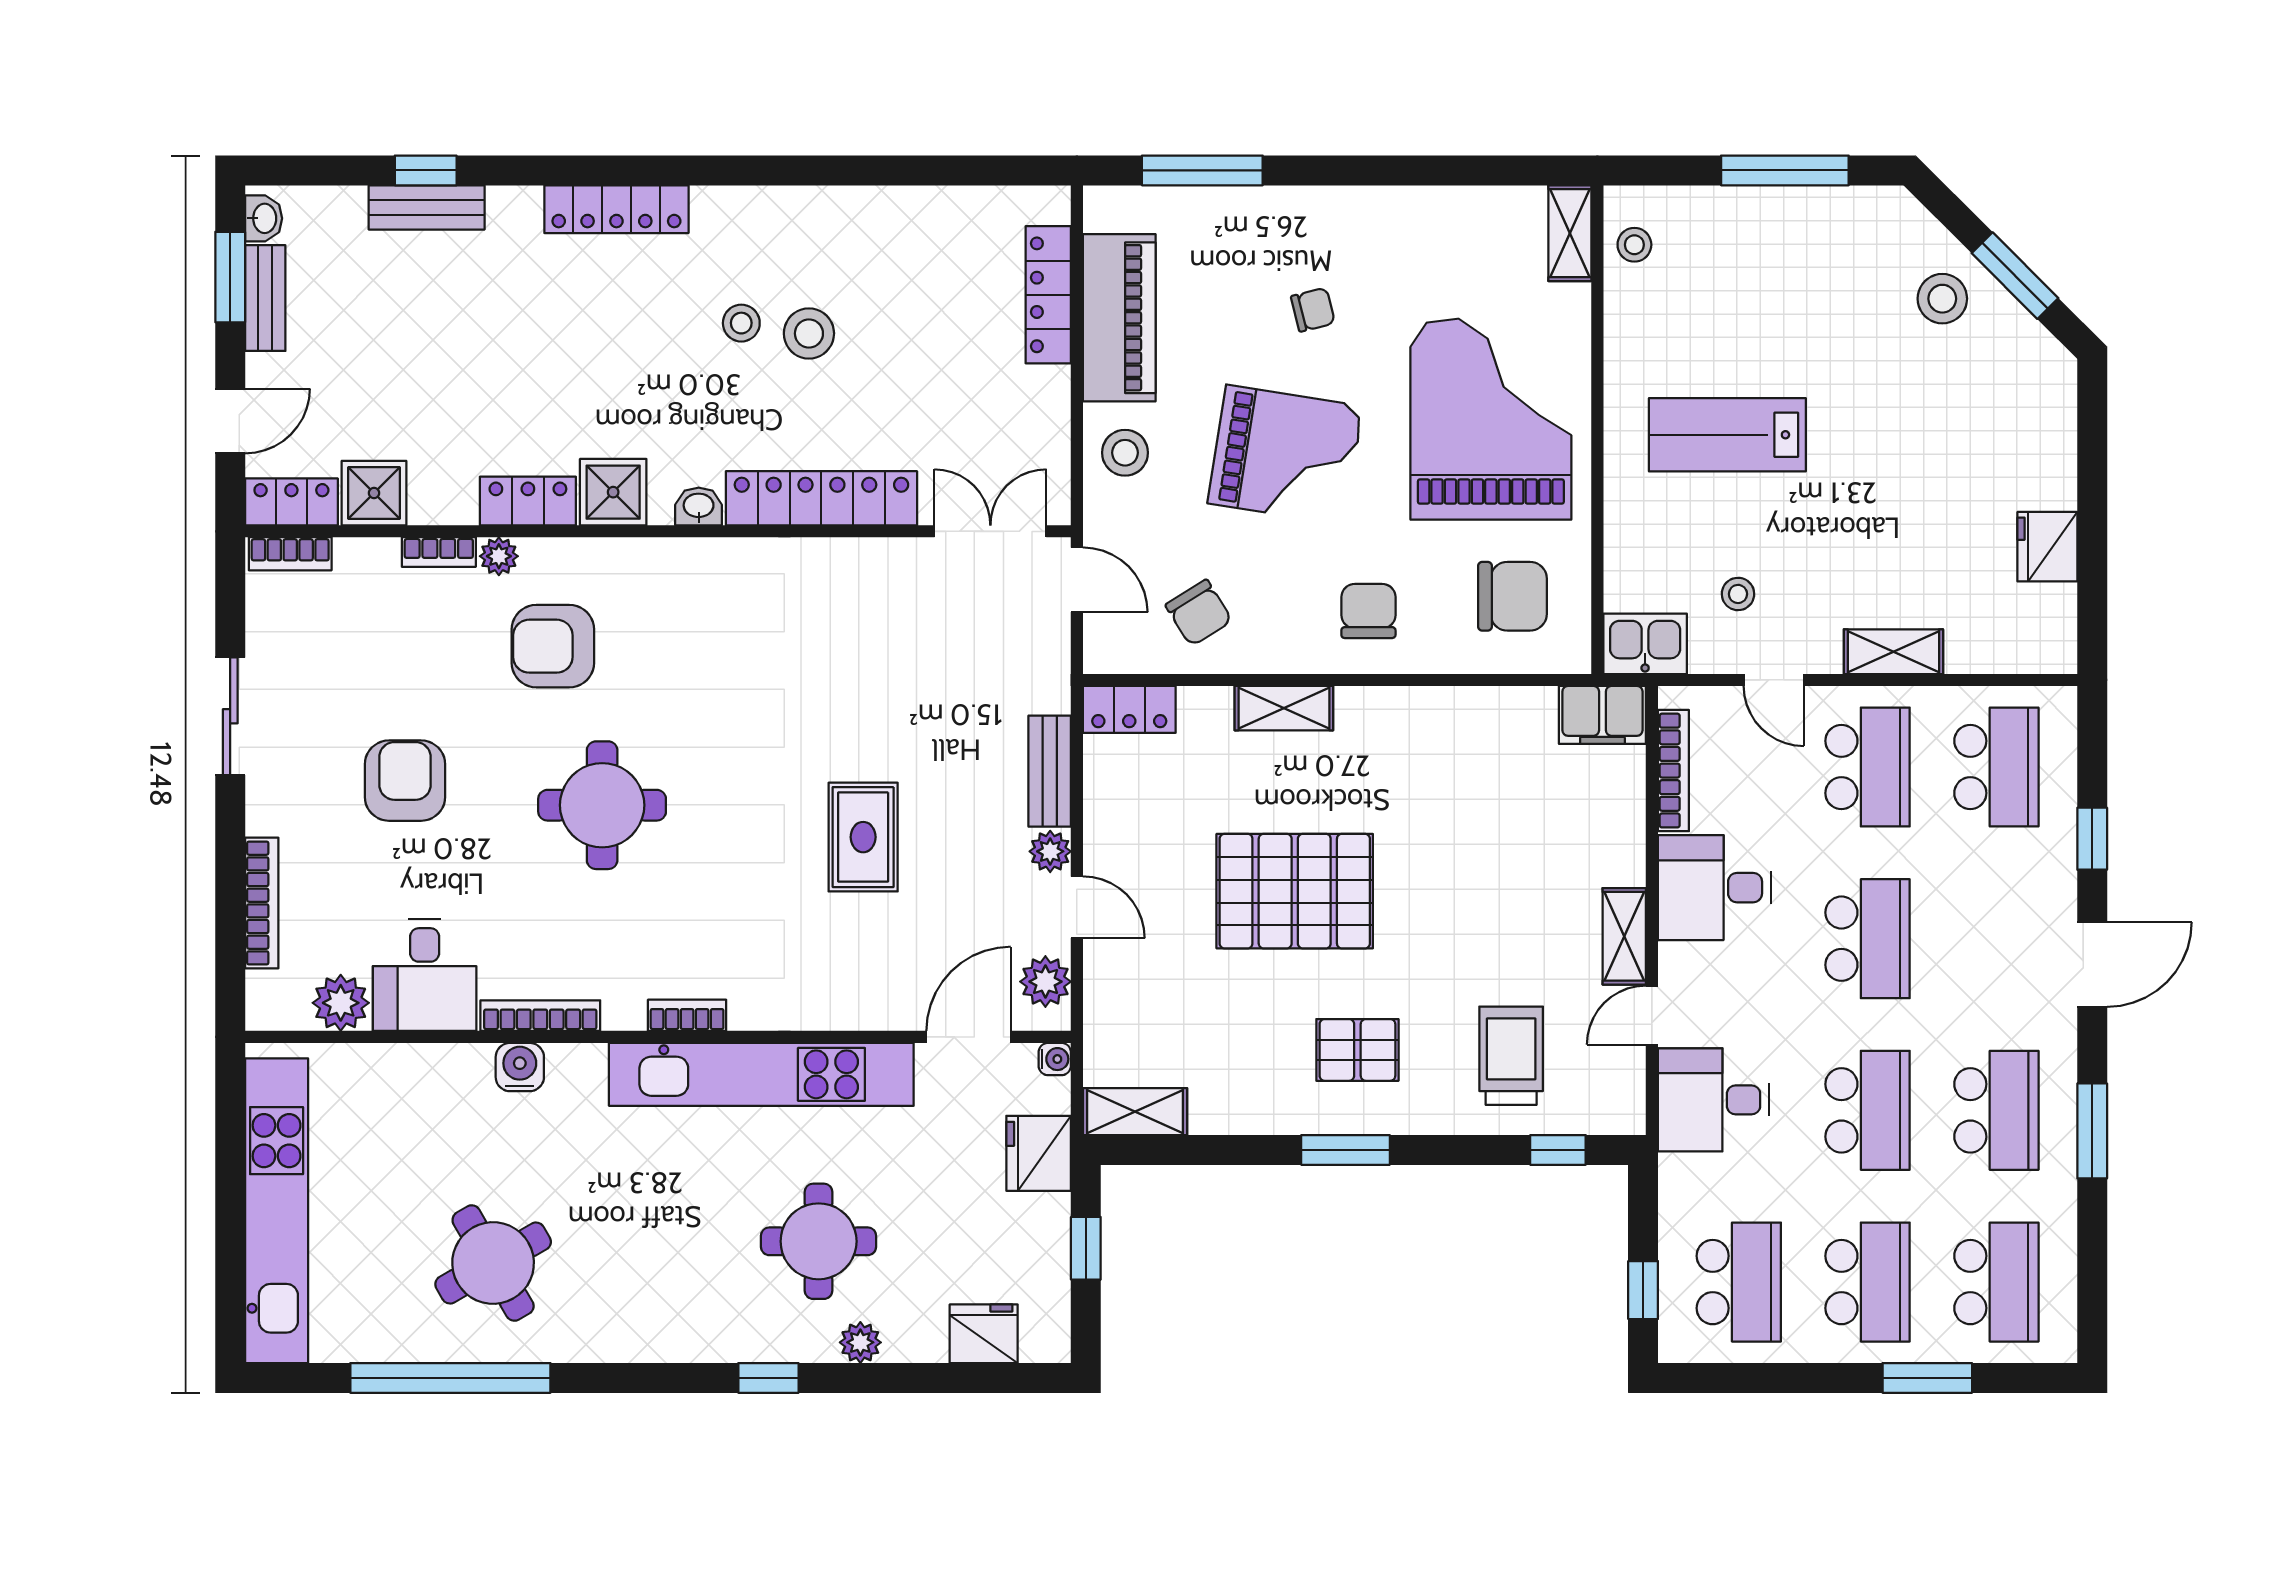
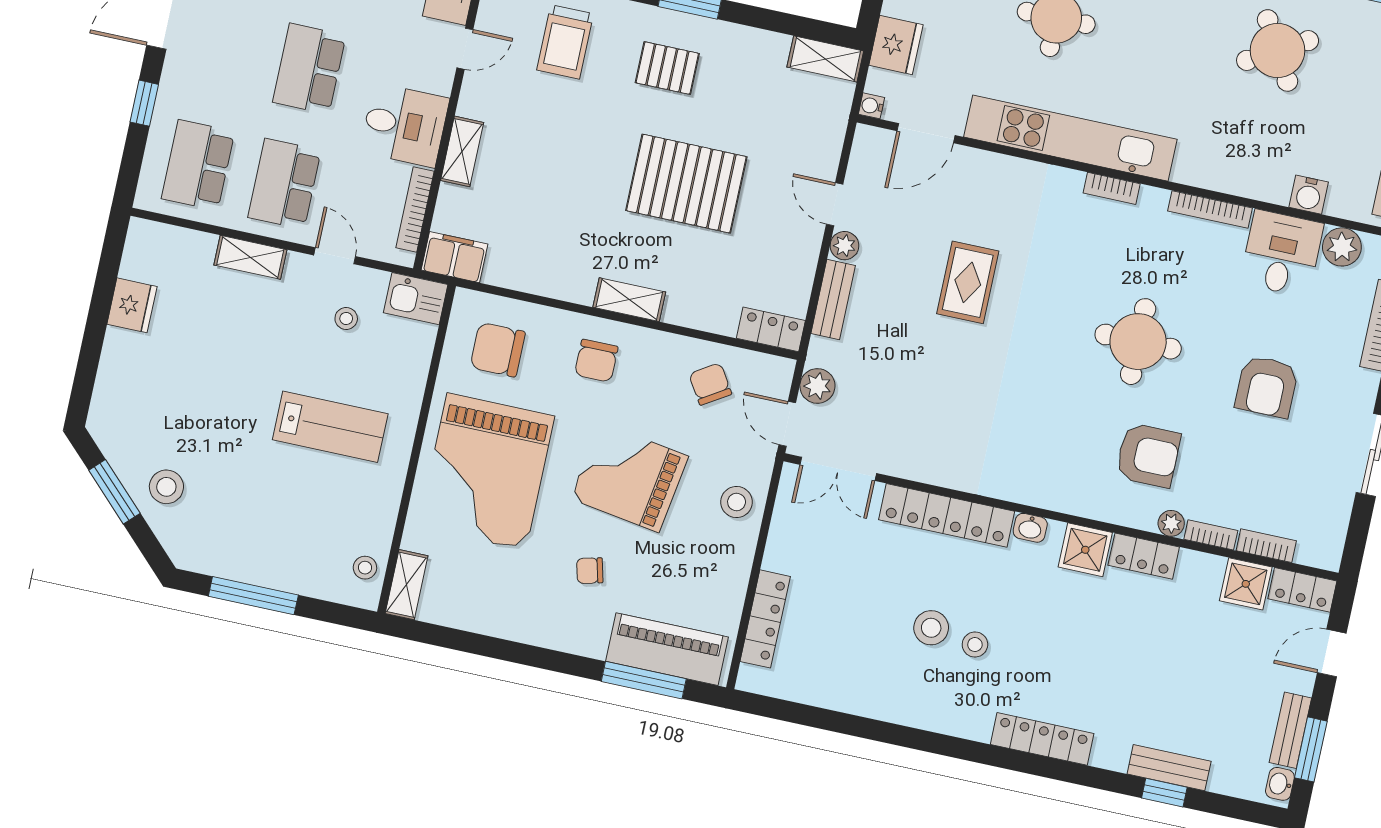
piano: (1119, 318) -> (667, 649), moved, turned 90
bookcase: (290, 554) -> (1266, 546), moved
shelving: (1284, 708) -> (629, 300), moved
shelving: (1624, 936) -> (462, 151), moved
plant: (1045, 982) -> (817, 386), moved
water cooler: (520, 1067) -> (1309, 195), moved

